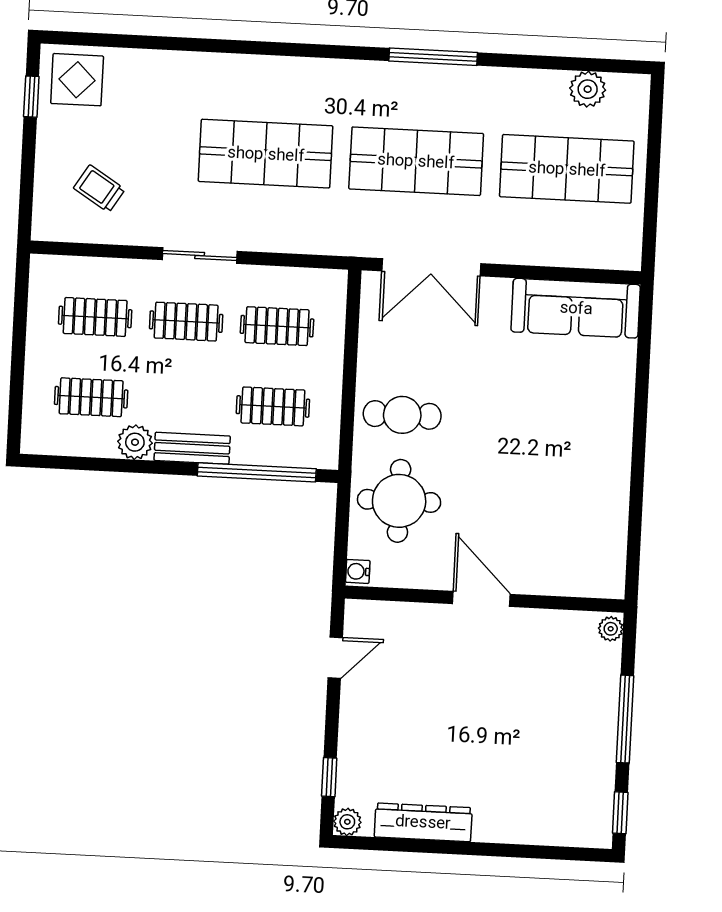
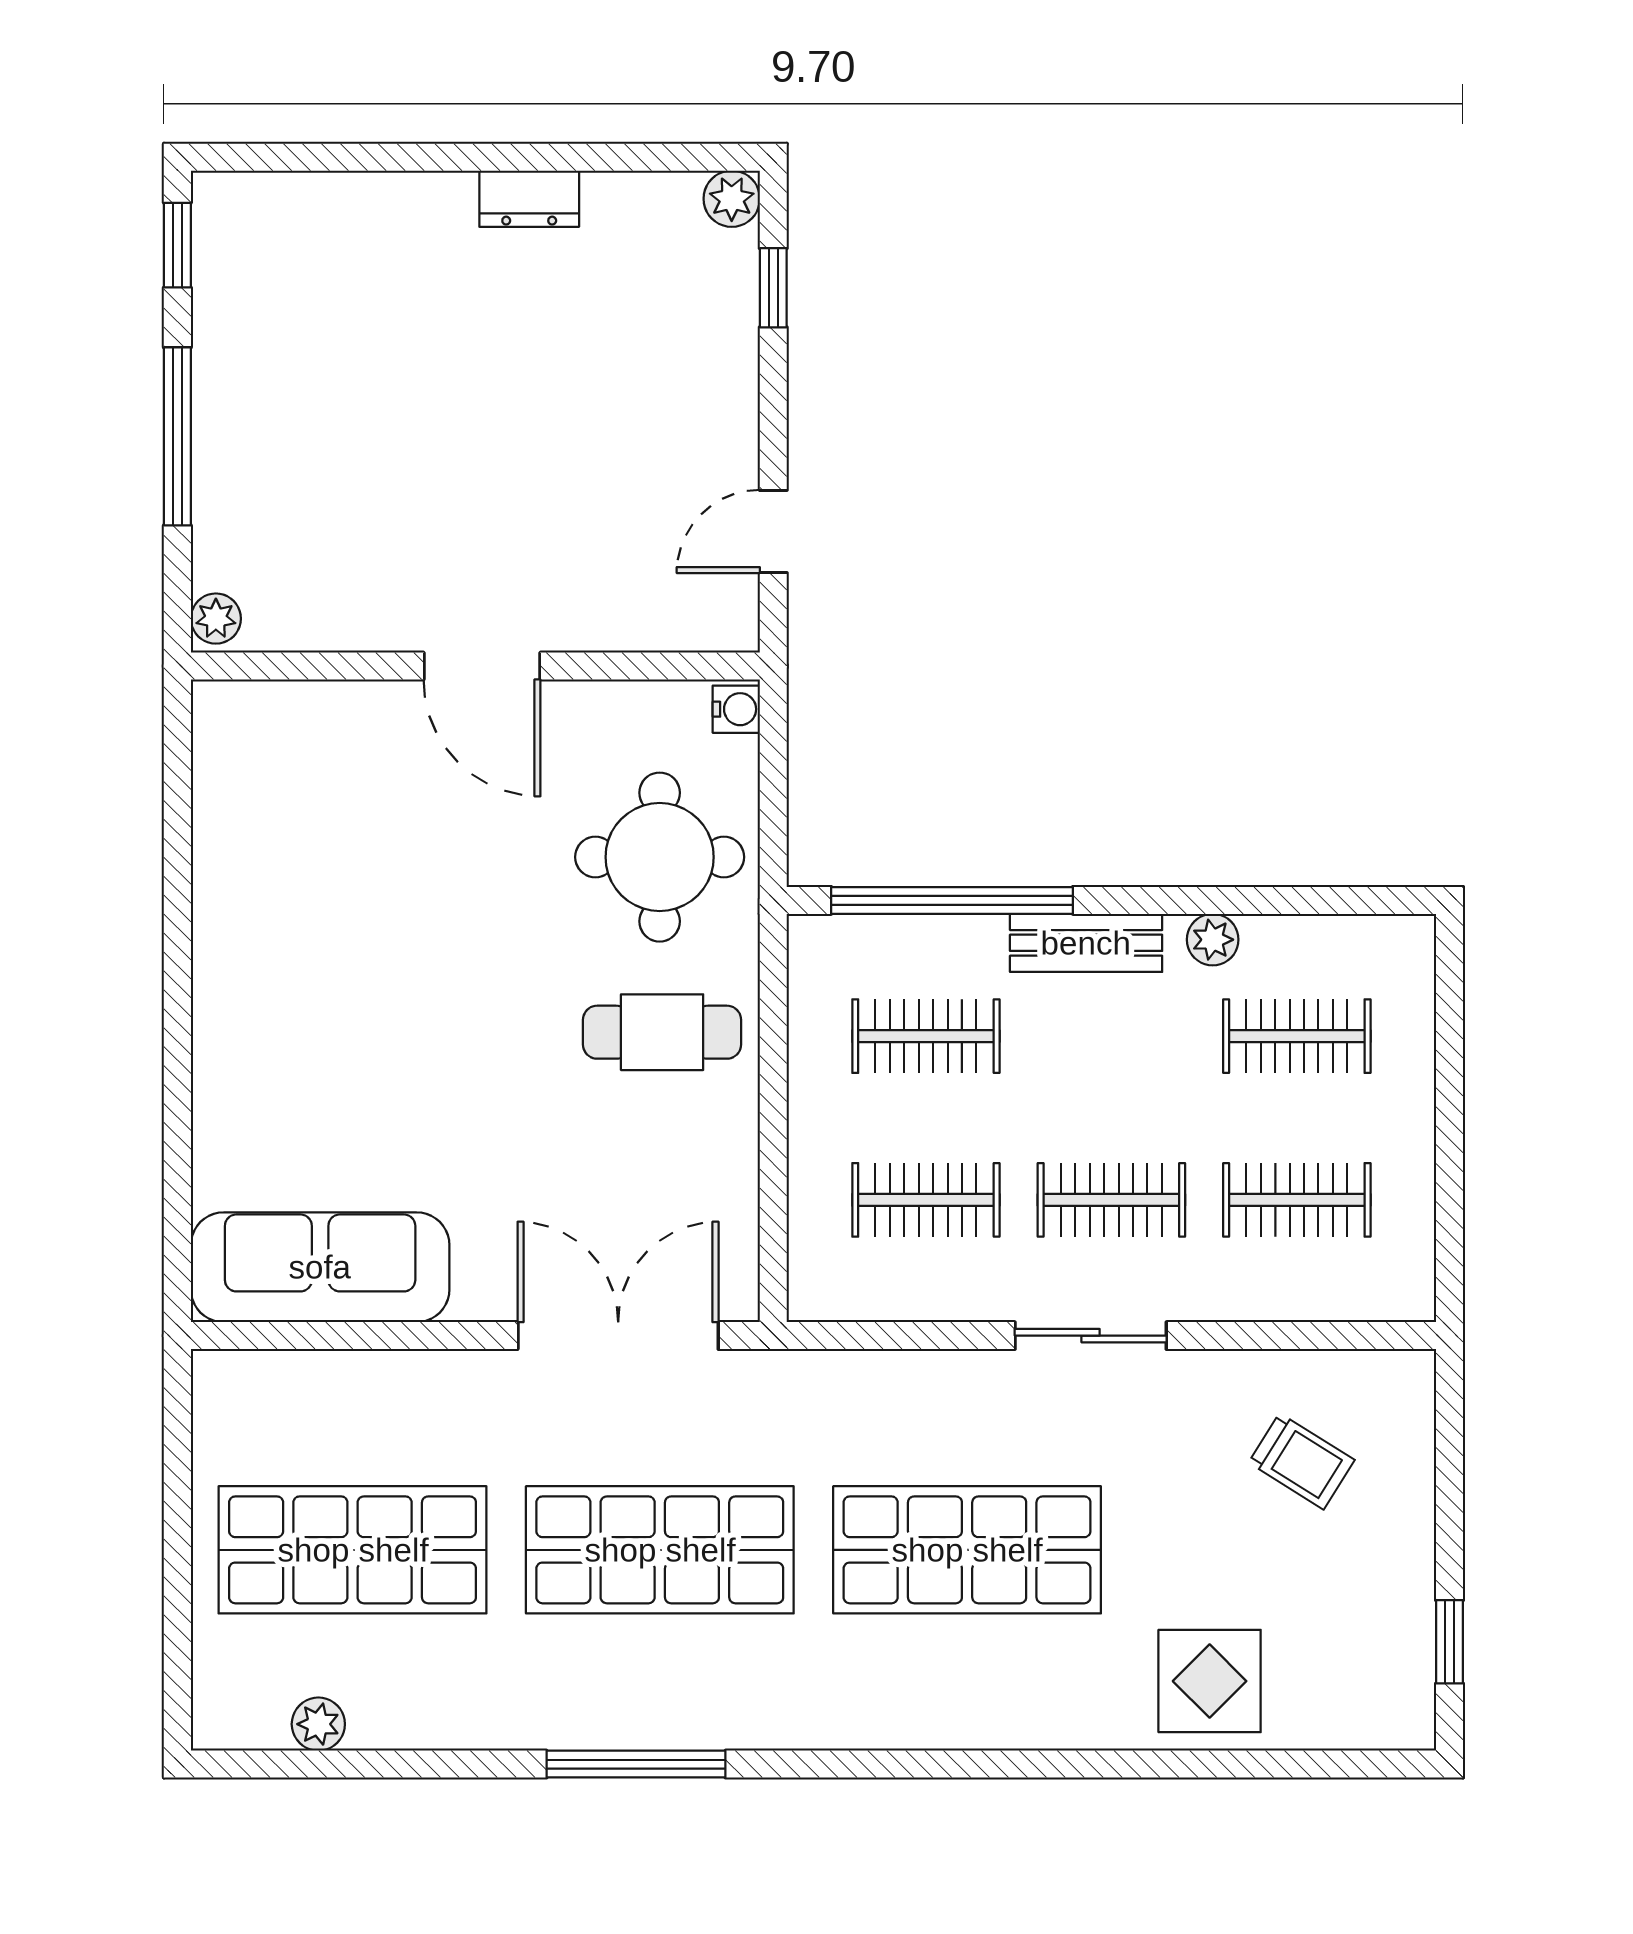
display table: (77, 80) -> (1210, 1681), moved
plant: (588, 89) -> (318, 1724), width x0.73, depth x0.73
plant: (135, 442) -> (1213, 940), width x0.73, depth x0.73
dresser: (423, 822) -> (529, 199), width x0.51, depth x0.80

